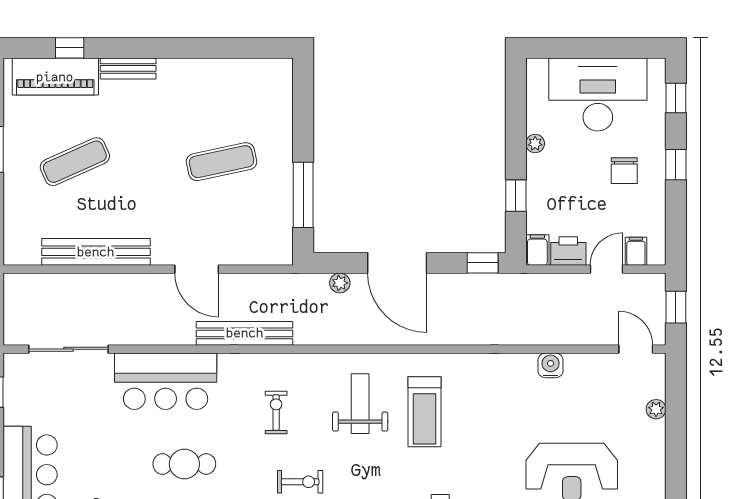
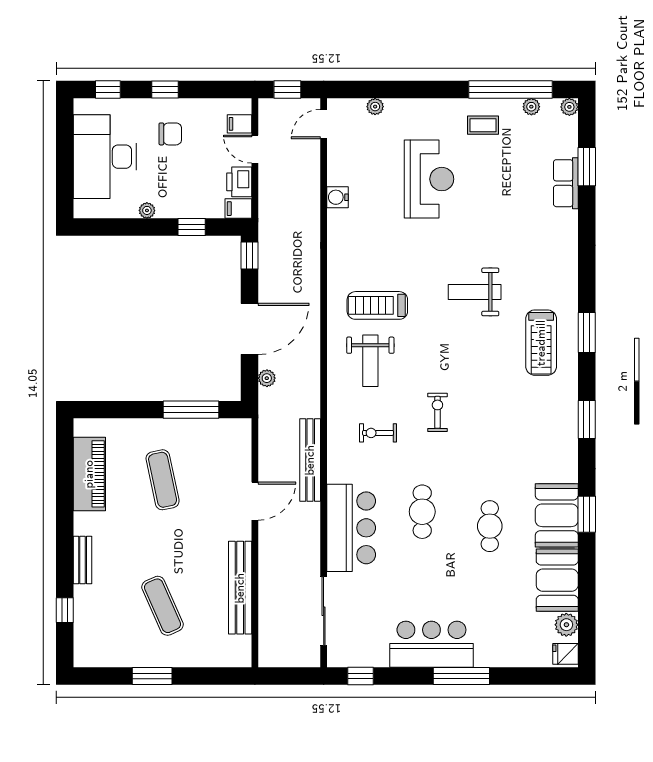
piano: (55, 77) -> (89, 474), moved
weight bench: (360, 404) -> (370, 361), turned -90
treadmill: (424, 412) -> (377, 305), turned 180

